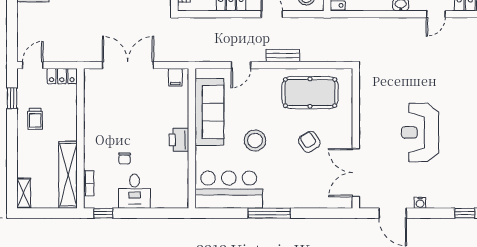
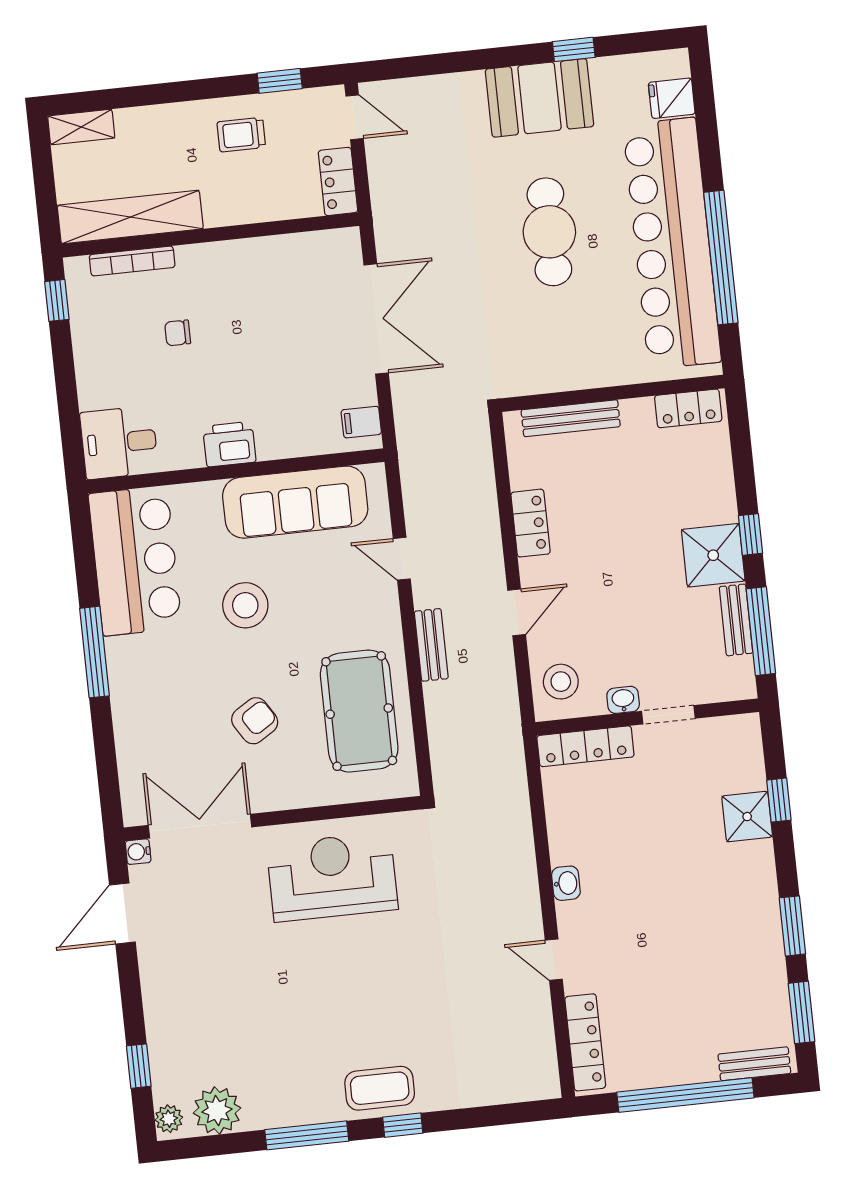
reception desk: (420, 132) -> (332, 877), moved
bookcase: (89, 183) -> (132, 261), width x1.56
desk: (134, 191) -> (119, 443), moved
water cooler: (420, 203) -> (138, 852), moved

